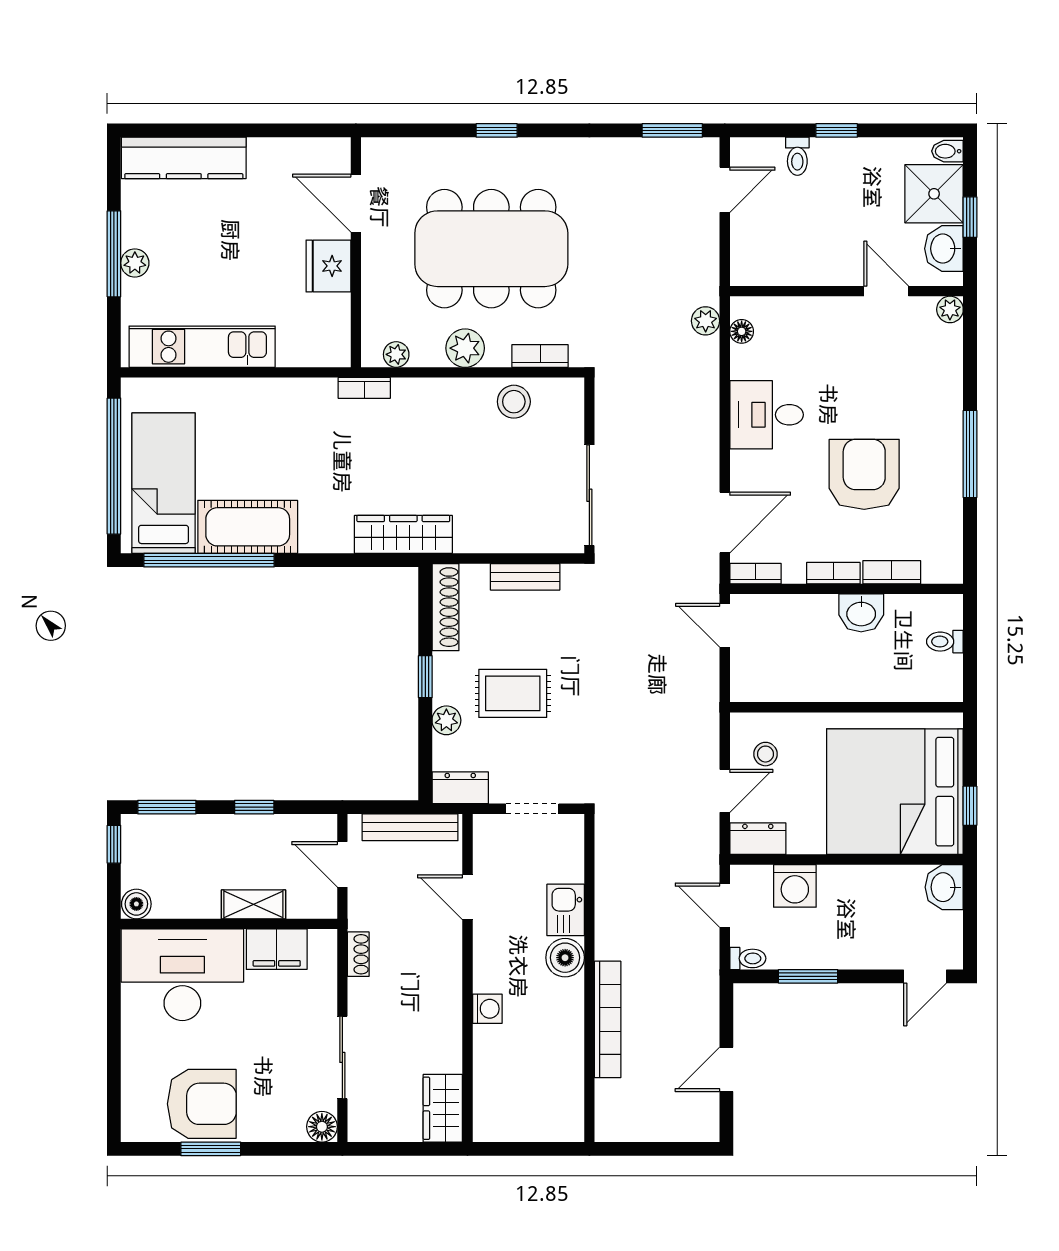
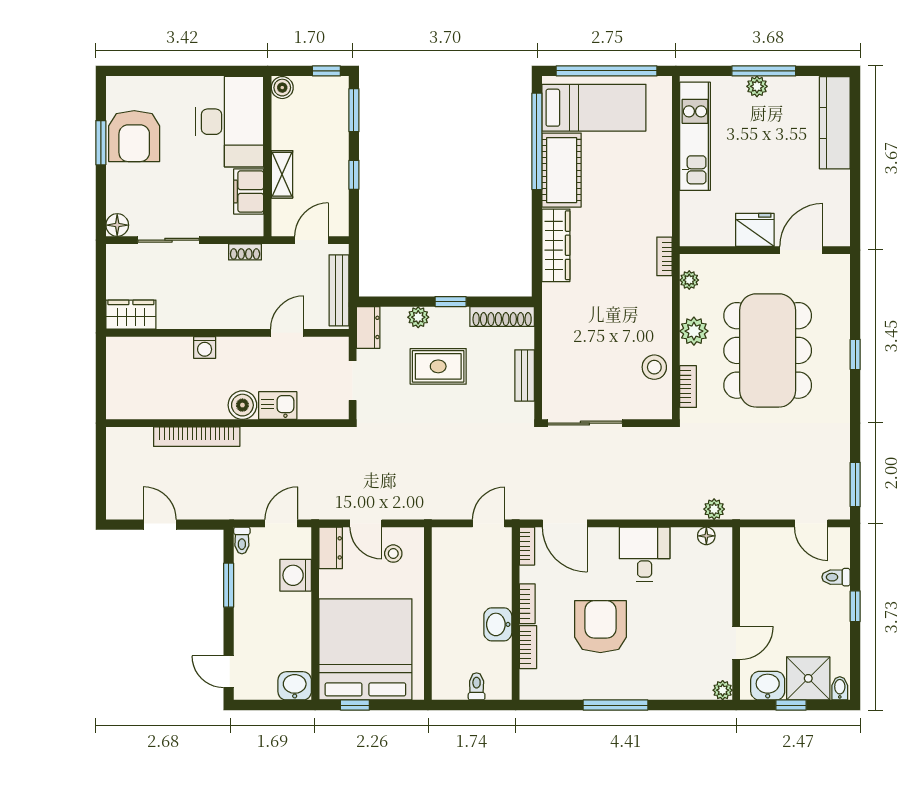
armchair: (864, 474) -> (600, 627), turned -90
wardrobe: (403, 534) -> (556, 245), moved
rug: (513, 693) -> (438, 366), turned 90

